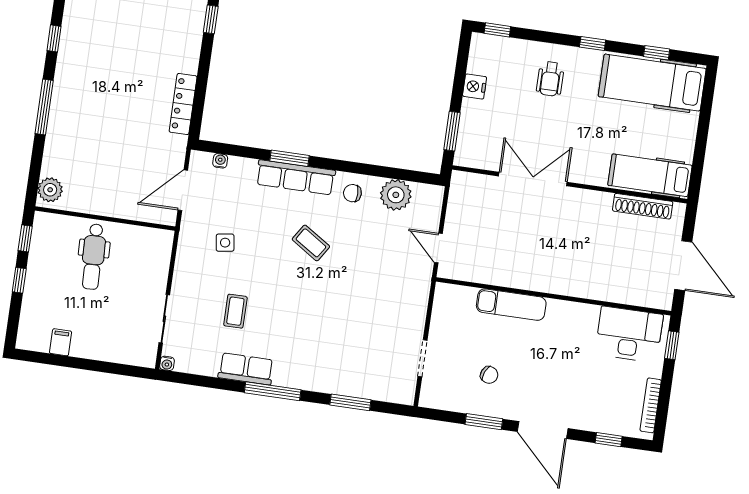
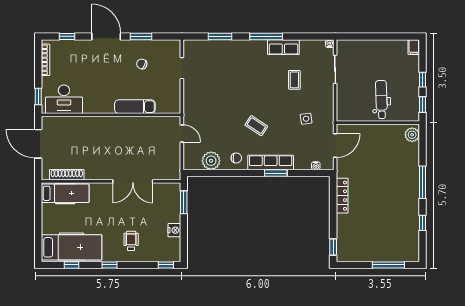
filing cabinet: (61, 342) -> (414, 47), moved

